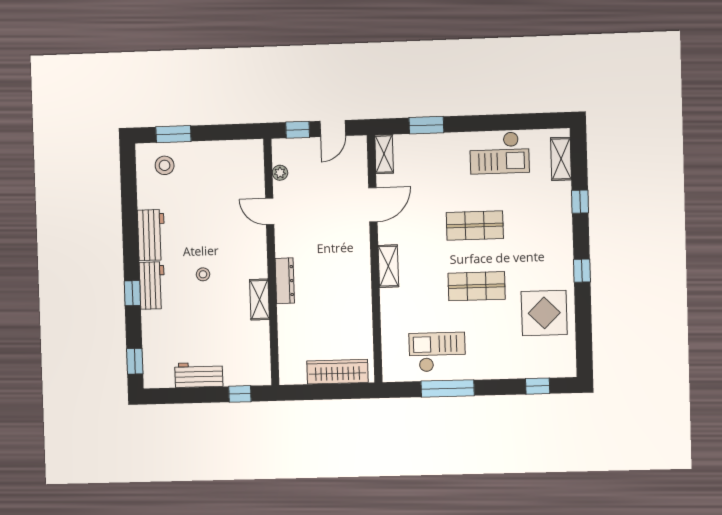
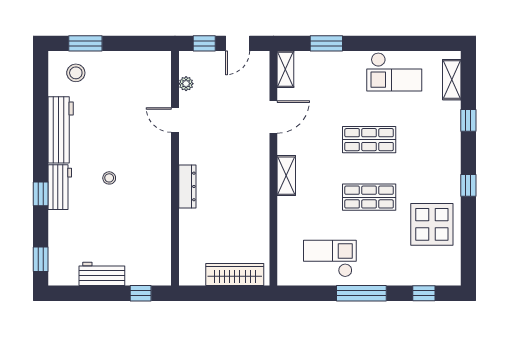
workbench: (151, 235) -> (61, 130), width x1.38
shelving: (259, 300) -> (162, 204), removed
window: (448, 388) -> (361, 293), moved

